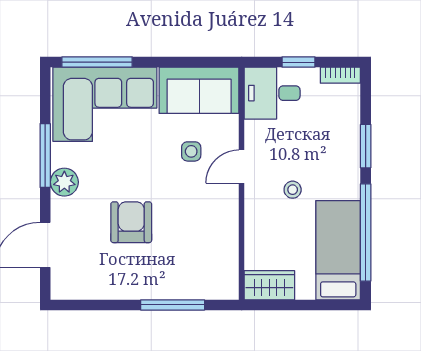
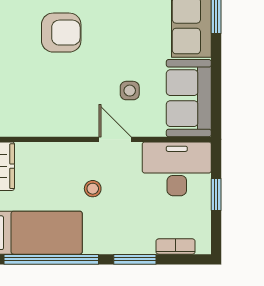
bookcase: (340, 75) -> (176, 247), moved, turned 90
desk: (272, 93) -> (177, 169), width x1.37

